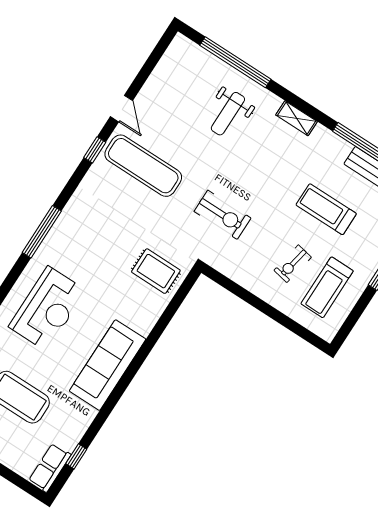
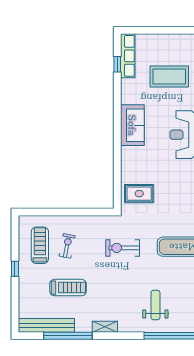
shelving: (296, 118) -> (105, 327), moved
sofa: (108, 365) -> (132, 125), width x0.73
row of seats: (50, 468) -> (128, 56), width x1.48

